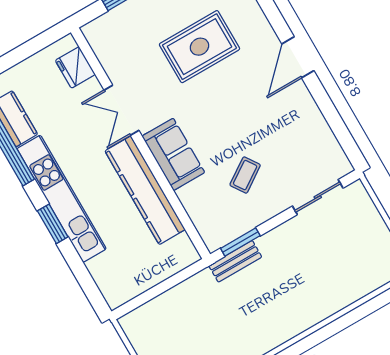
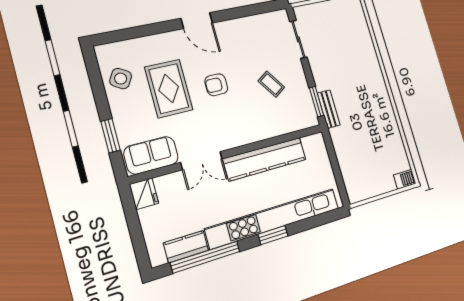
fridge: (75, 67) -> (144, 194), moved, turned -90
armchair: (222, 104) -> (216, 85), added
sofa: (173, 154) -> (151, 155), moved
kitchen unit: (62, 199) -> (273, 218), width x1.36

